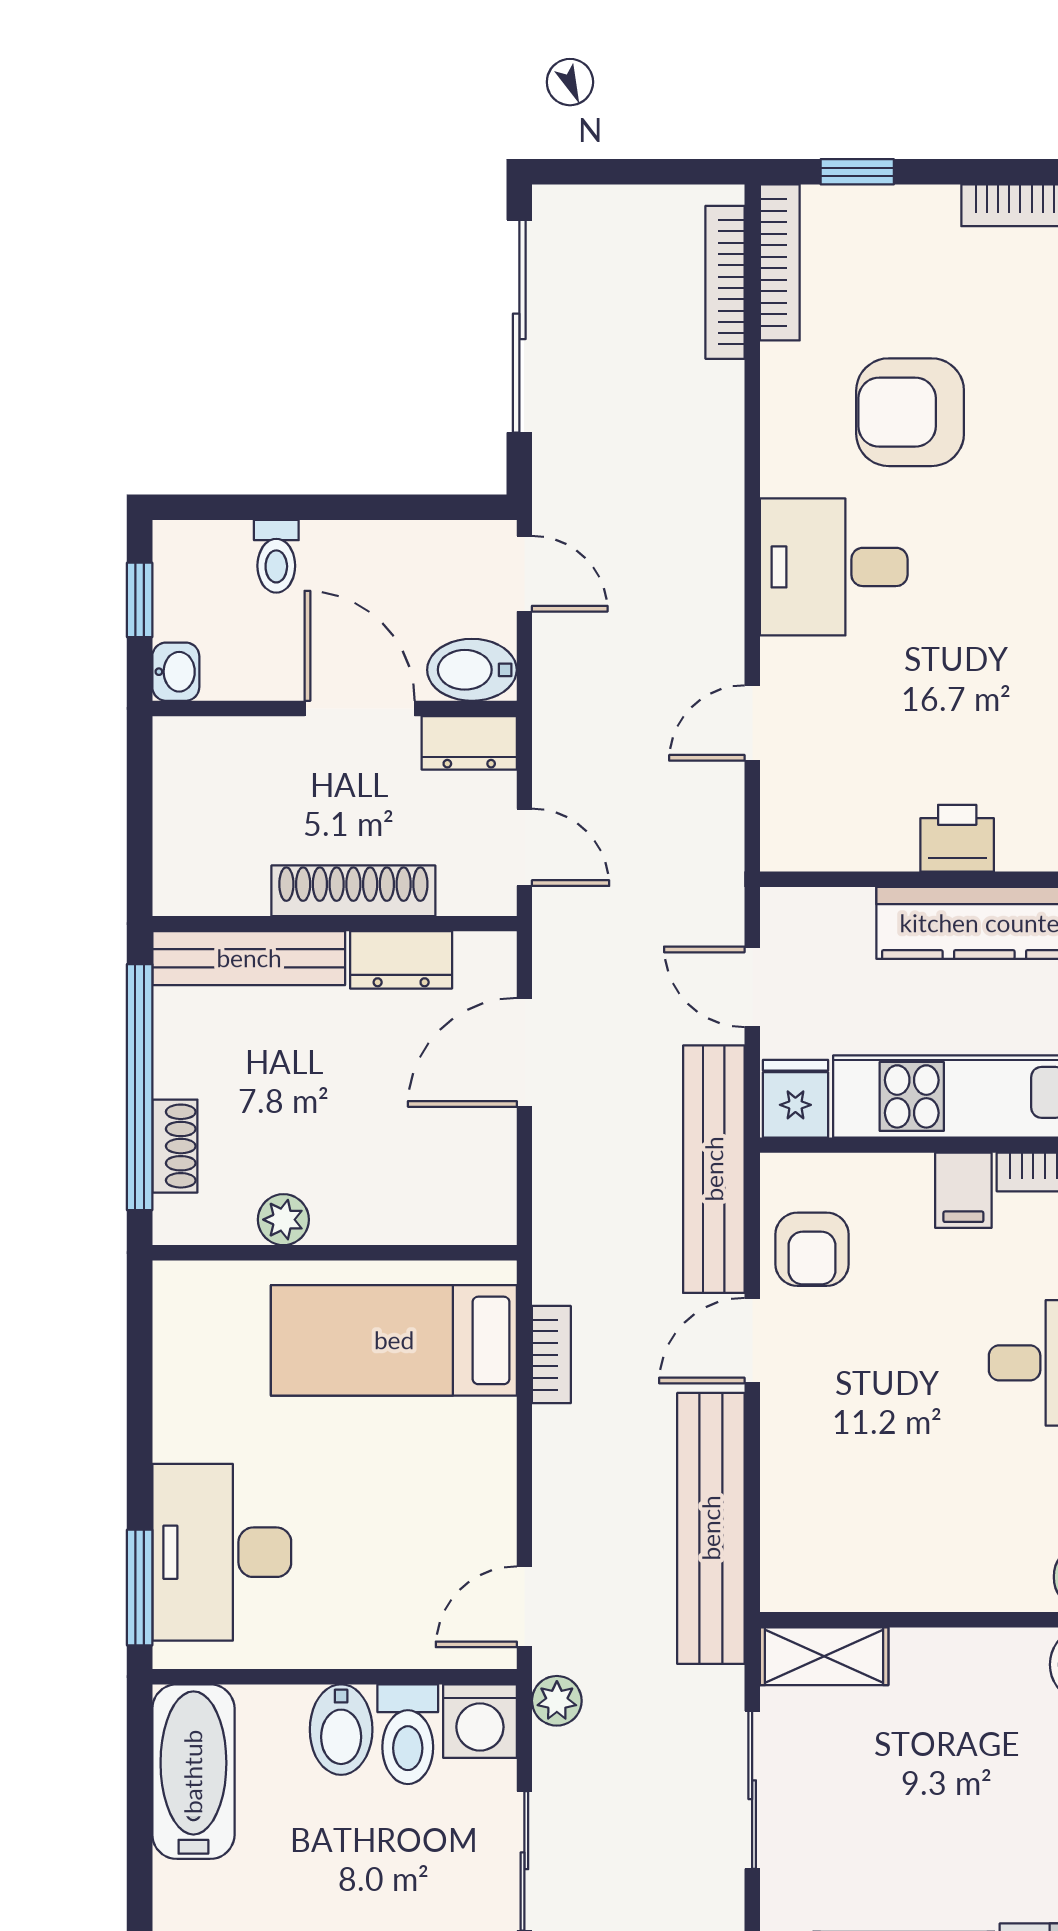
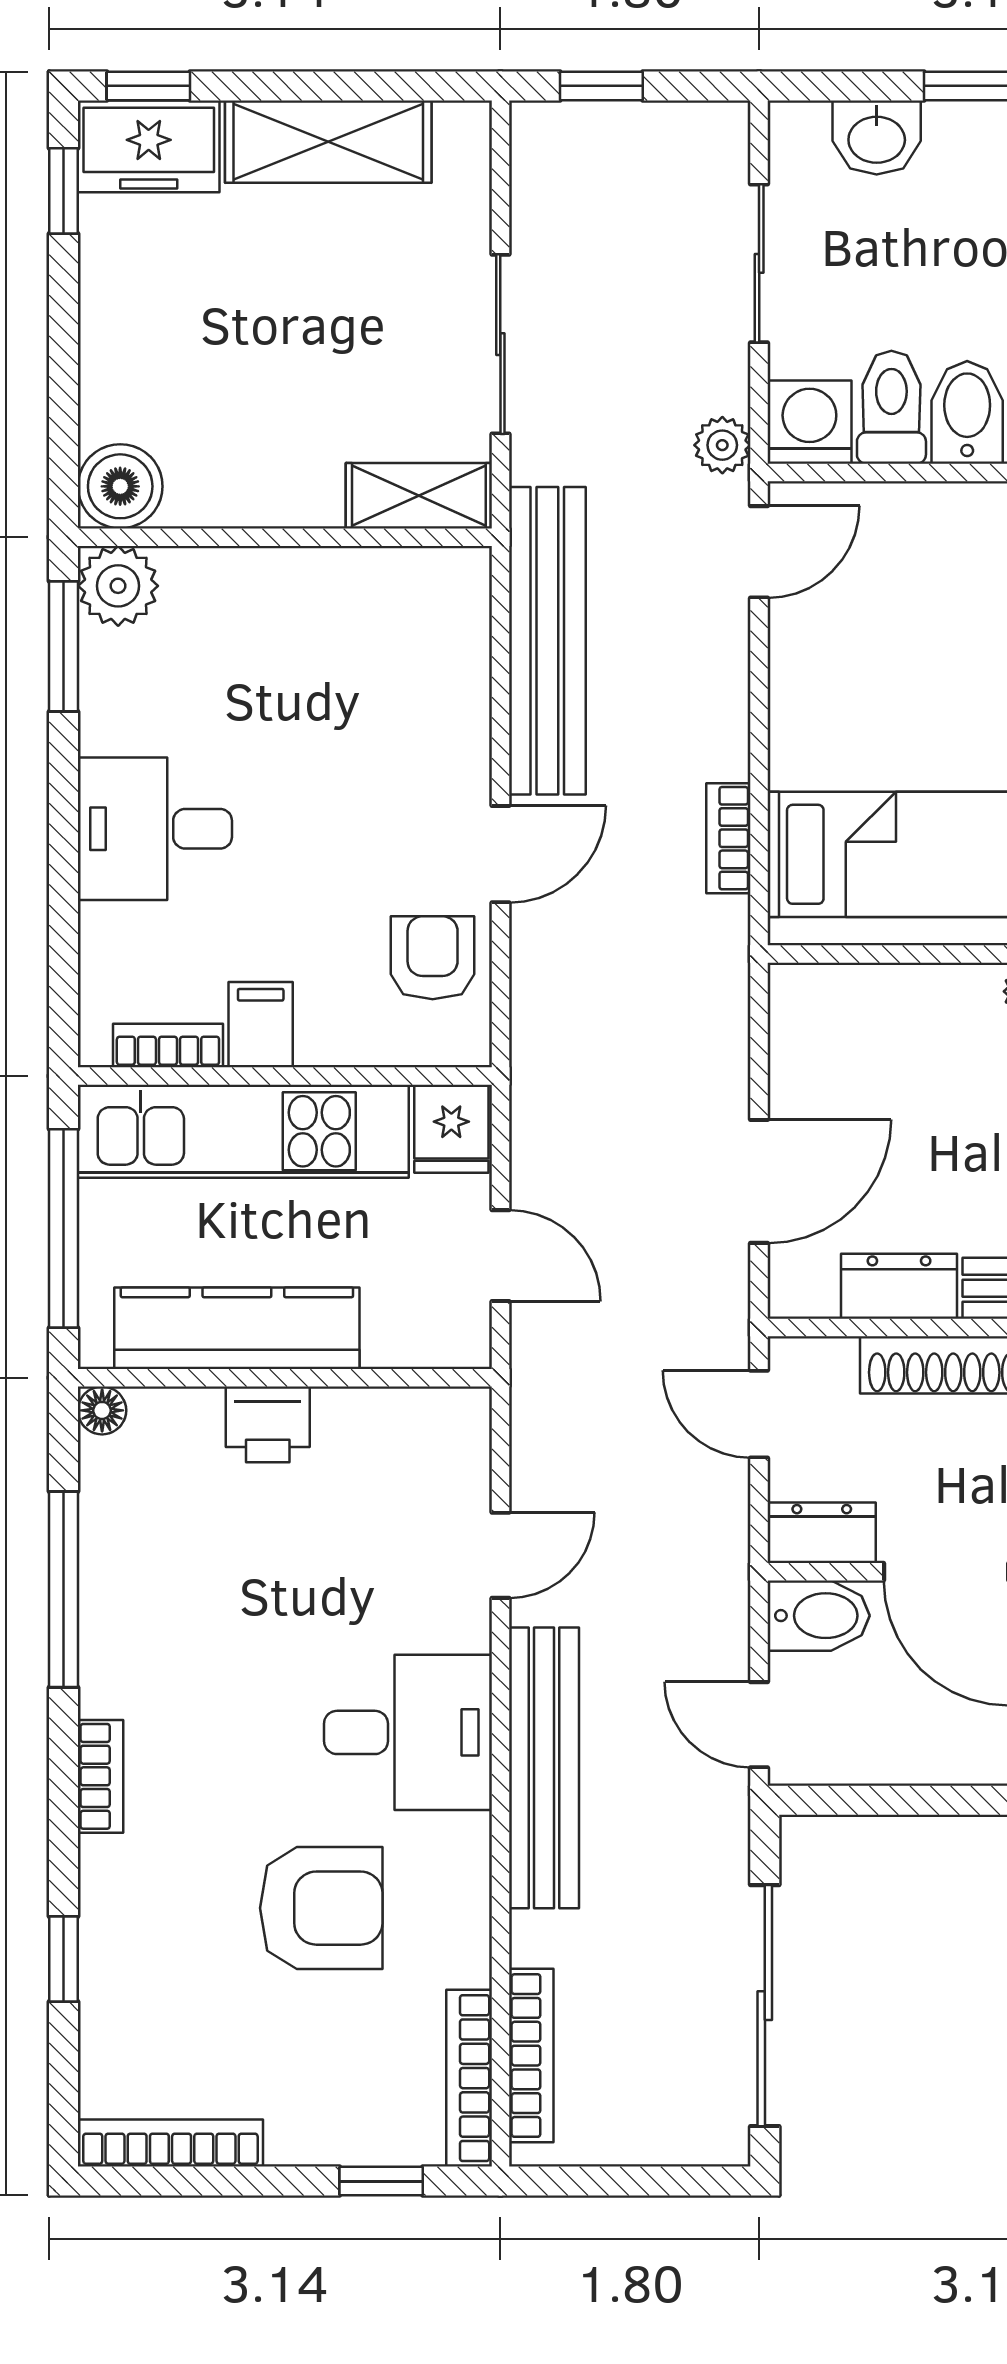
bench: (714, 1169) -> (544, 1768), moved

